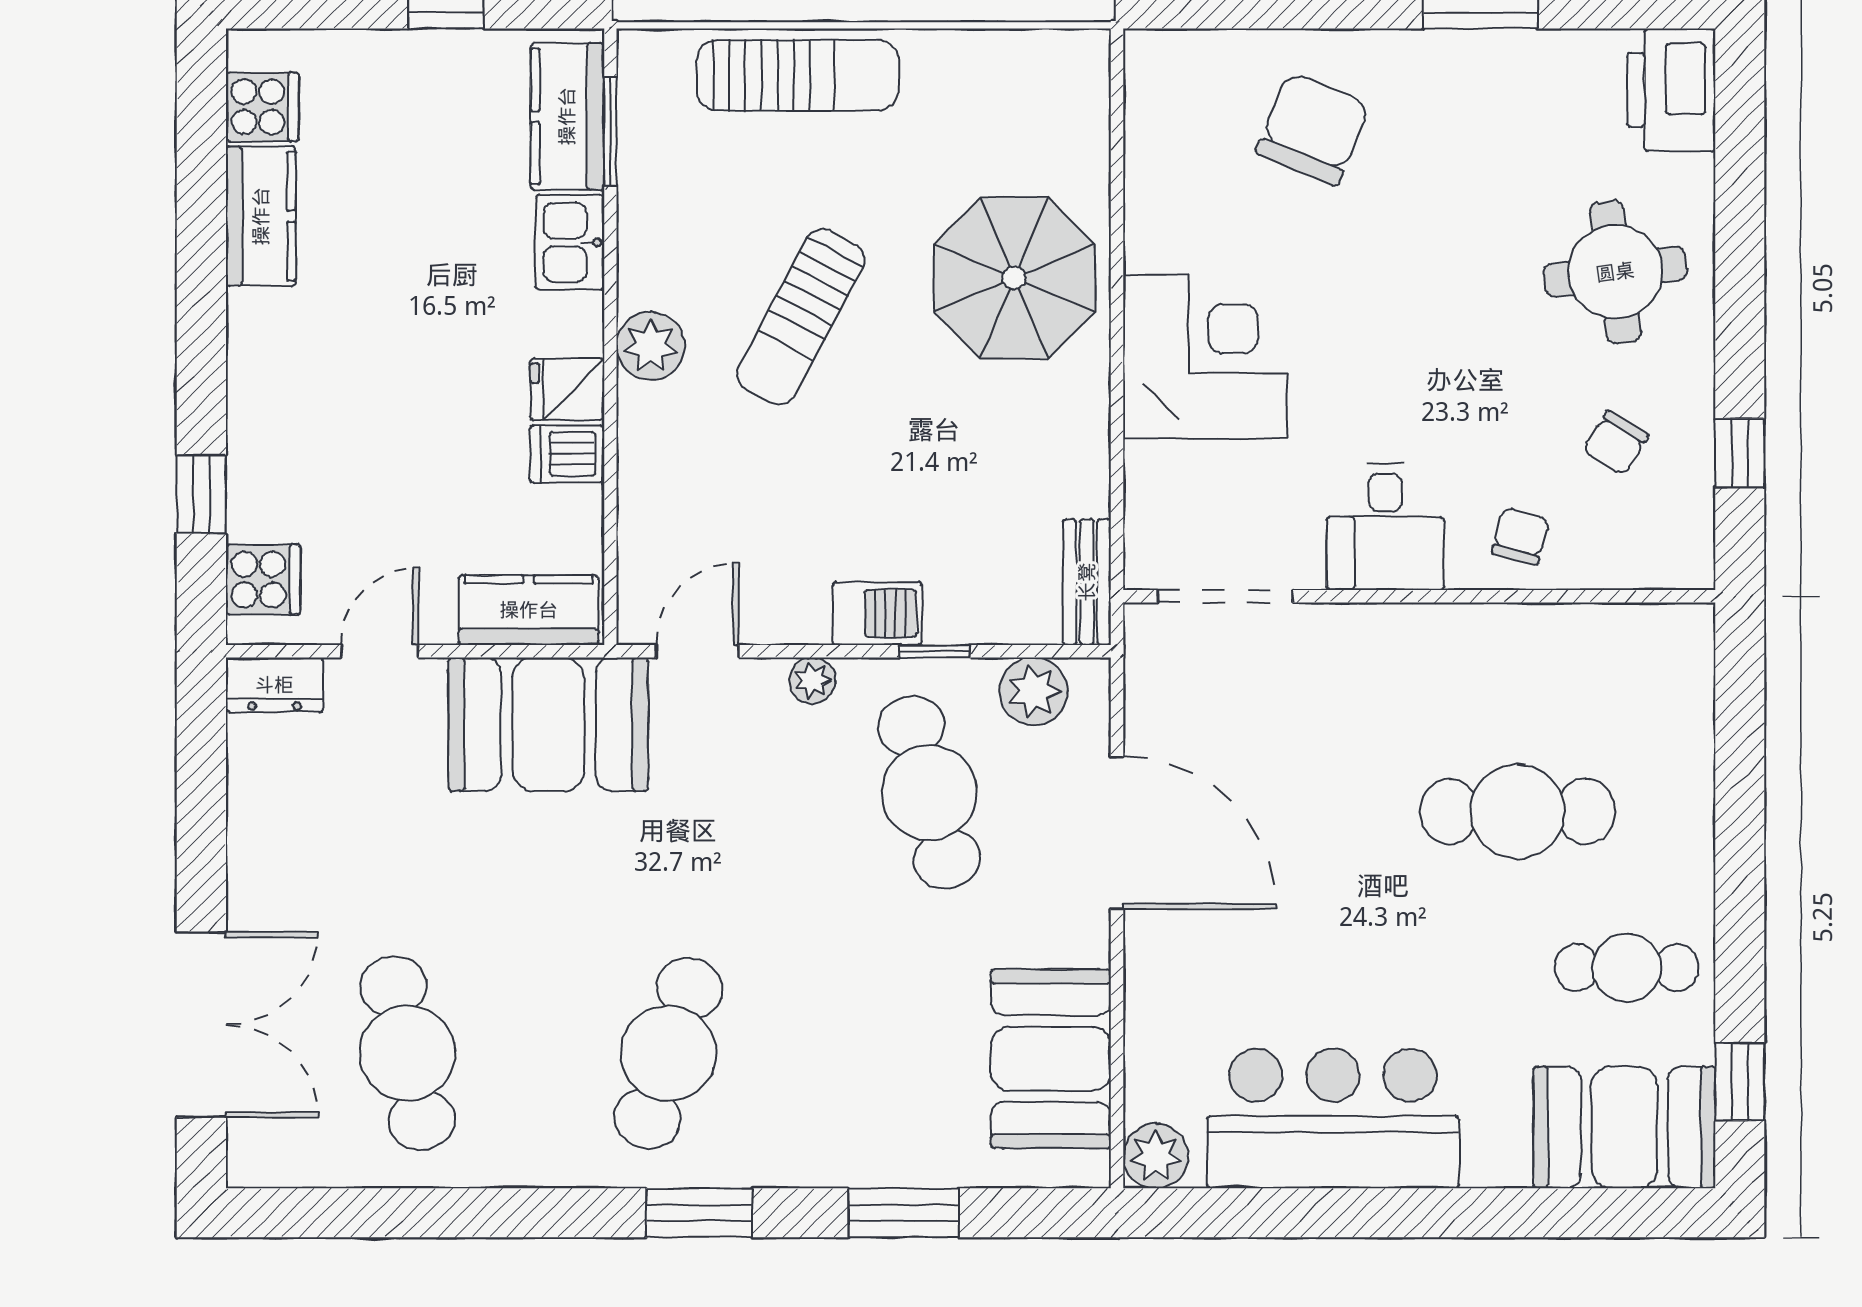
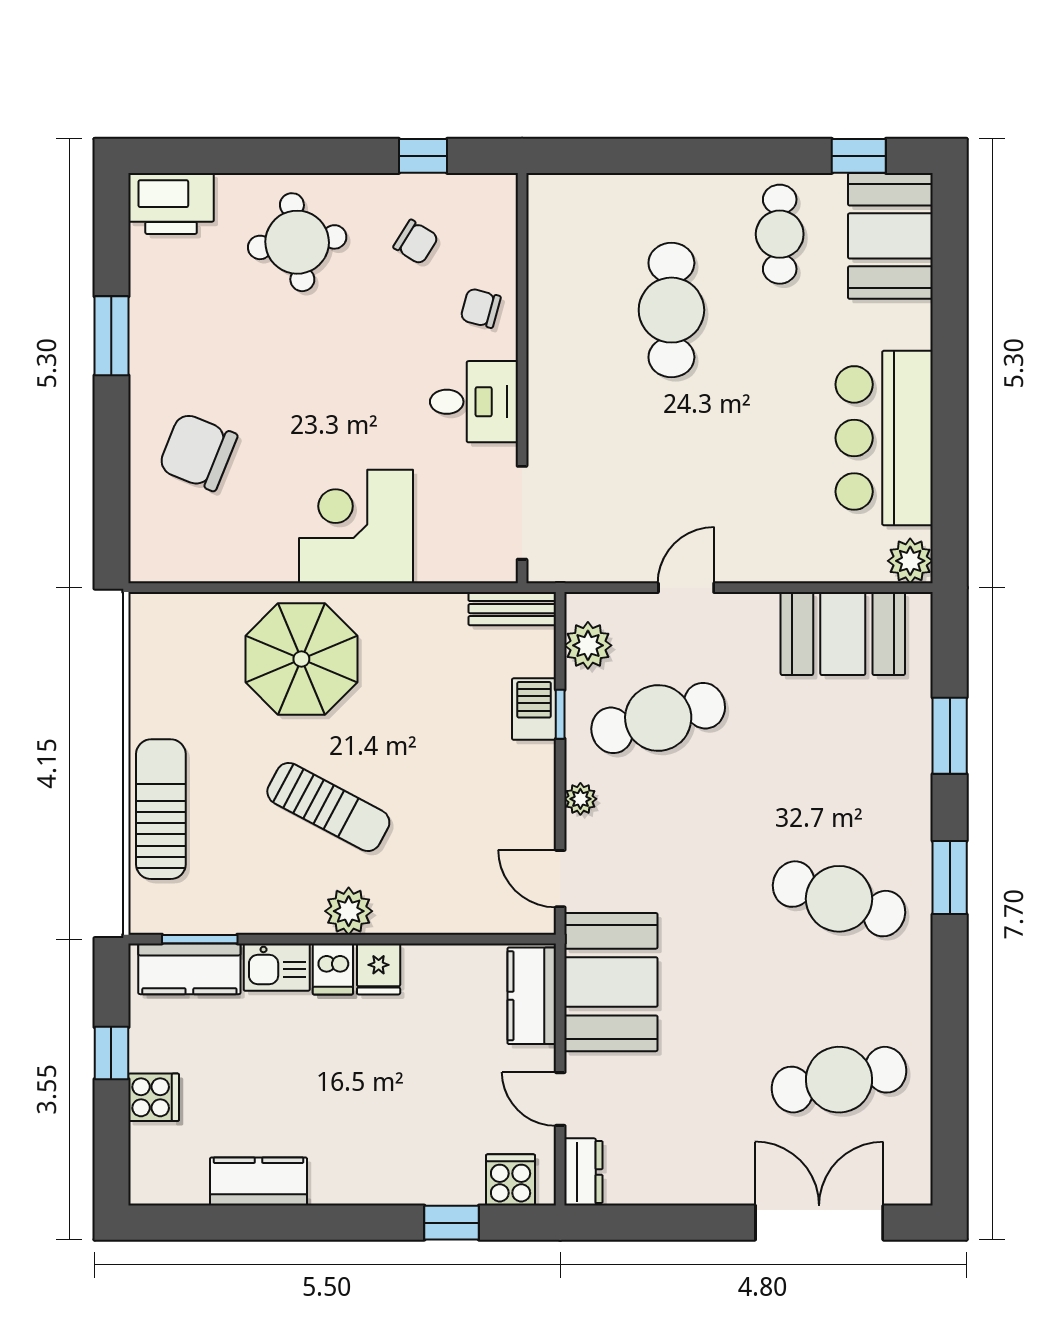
cooker: (262, 107) -> (154, 1097), moved, turned 90
dishwasher: (567, 454) -> (333, 969), moved
barbecue: (877, 613) -> (534, 709), moved
door: (1117, 833) -> (686, 588), width x0.53

